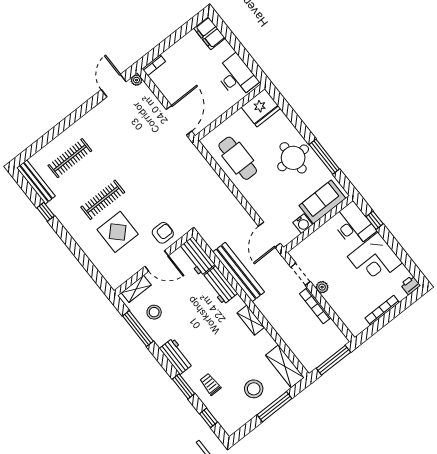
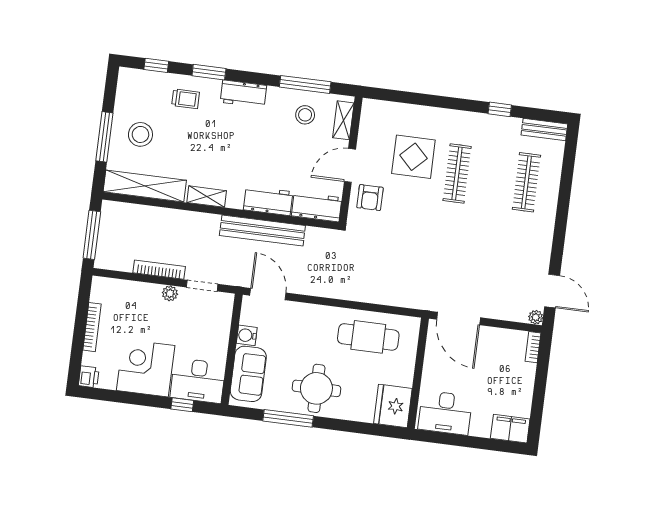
bench: (36, 182) -> (544, 130), width x0.73
shelving: (285, 366) -> (145, 186), width x1.47

